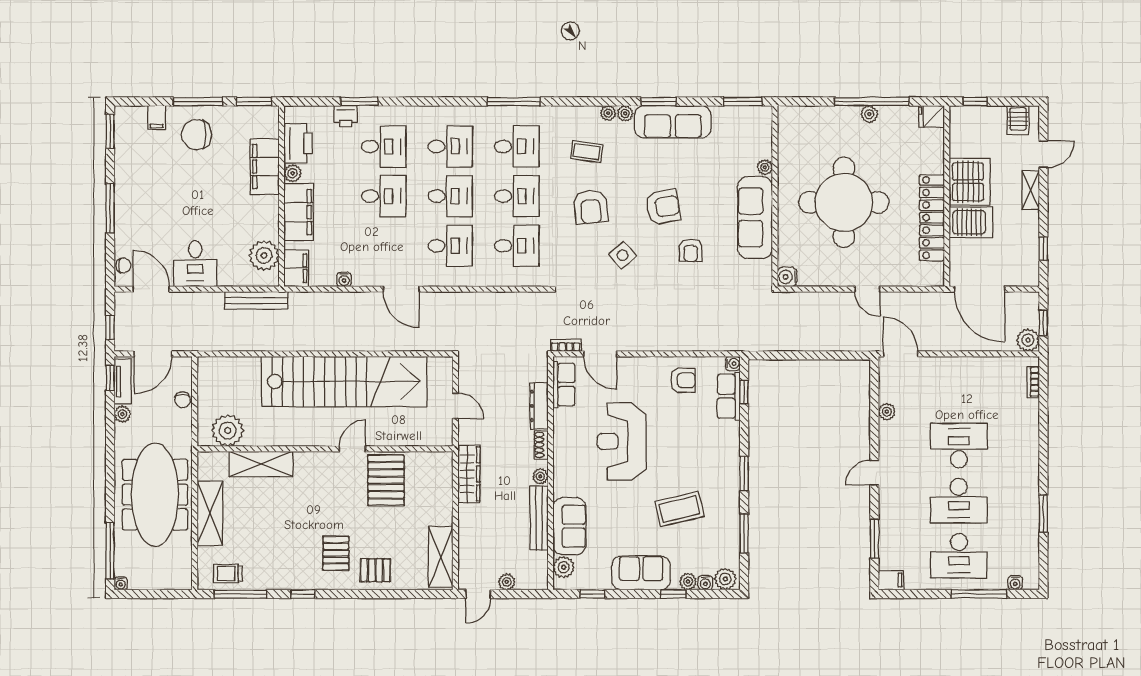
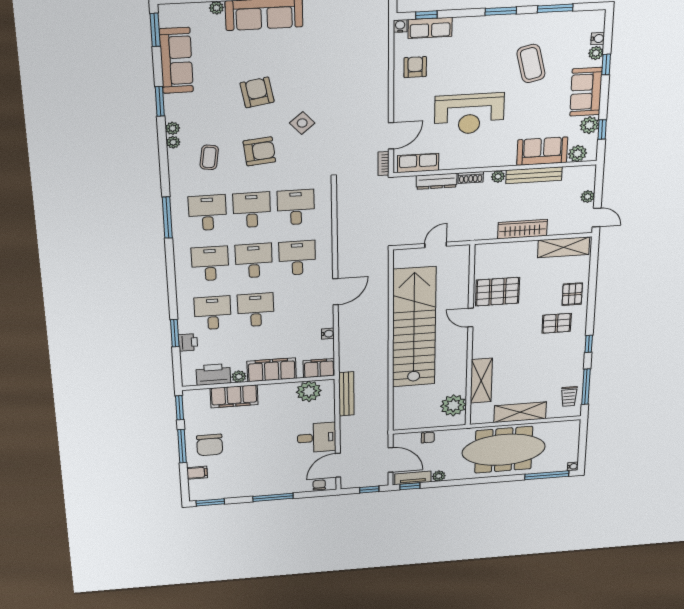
sofa: (673, 122) -> (176, 60), moved
armchair: (691, 250) -> (296, 67), removed
wardrobe: (469, 474) -> (522, 229), moved
plant: (725, 579) -> (589, 125), moved

